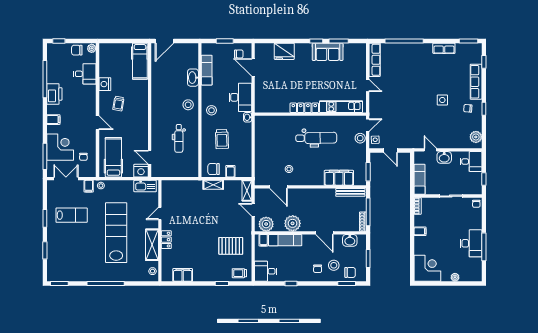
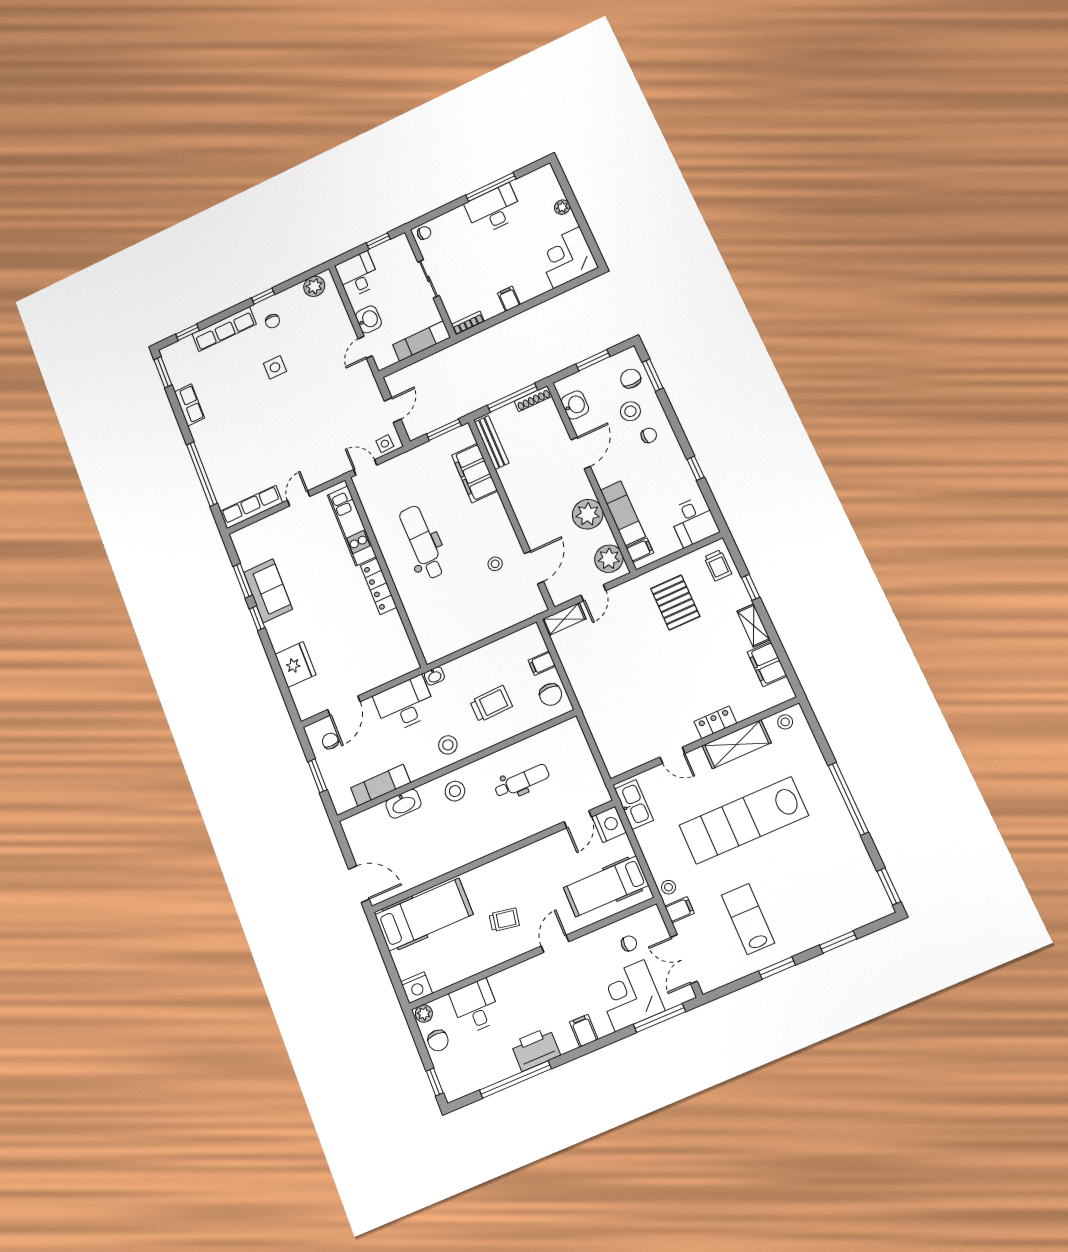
hospital bed: (140, 61) -> (424, 915), width x1.37, depth x1.29
nightstand: (105, 84) -> (417, 988), moved
stool: (360, 138) -> (392, 469), removed
shelving: (213, 185) -> (754, 625), moved

